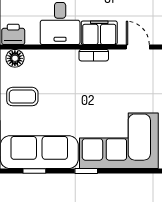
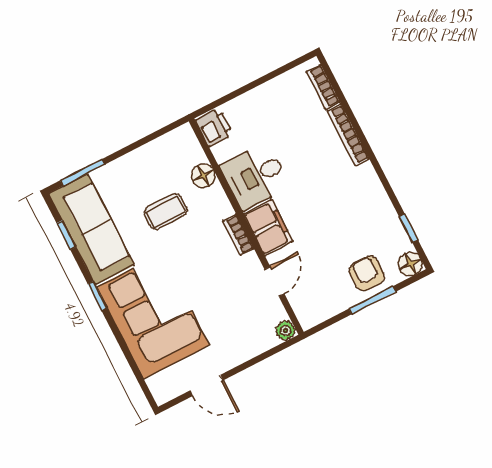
floor lamp: (15, 58) -> (203, 176), moved
coffee table: (22, 97) -> (166, 212), moved, turned 90

